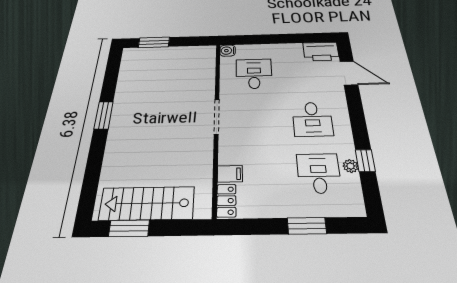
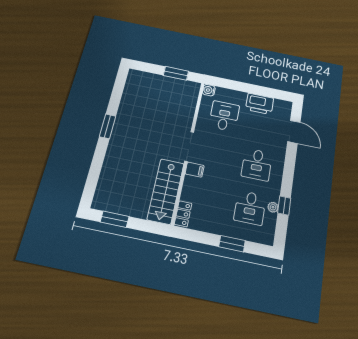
window: (154, 42) -> (176, 73), moved
printer: (321, 51) -> (260, 104), moved
desk: (319, 173) -> (250, 208), turned 180
filing cabinet: (230, 174) -> (195, 170), moved
stairs: (147, 203) -> (166, 191), moved, turned -90

